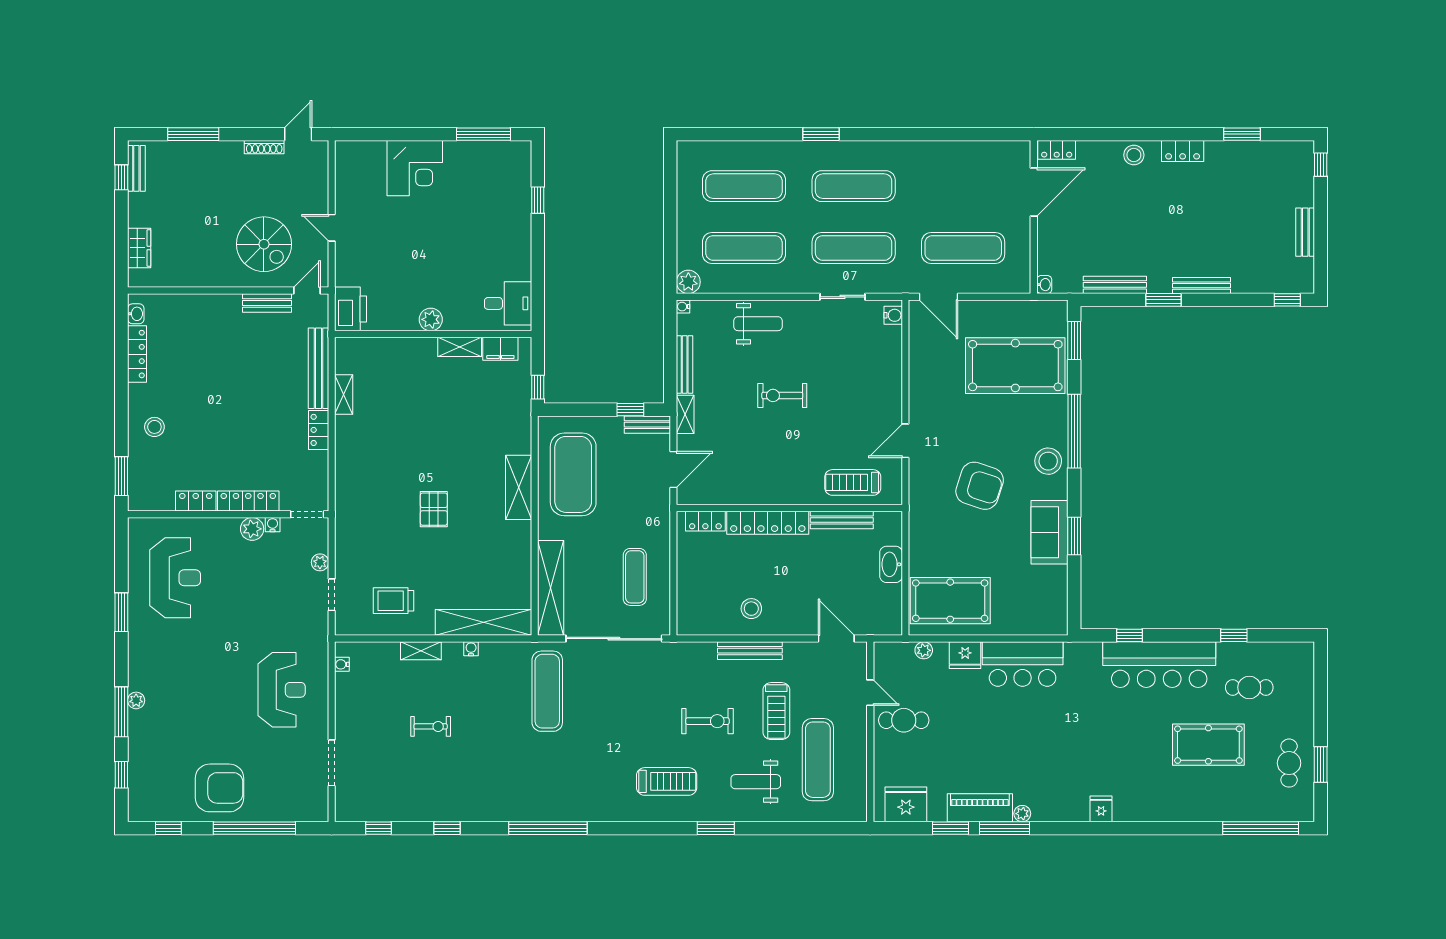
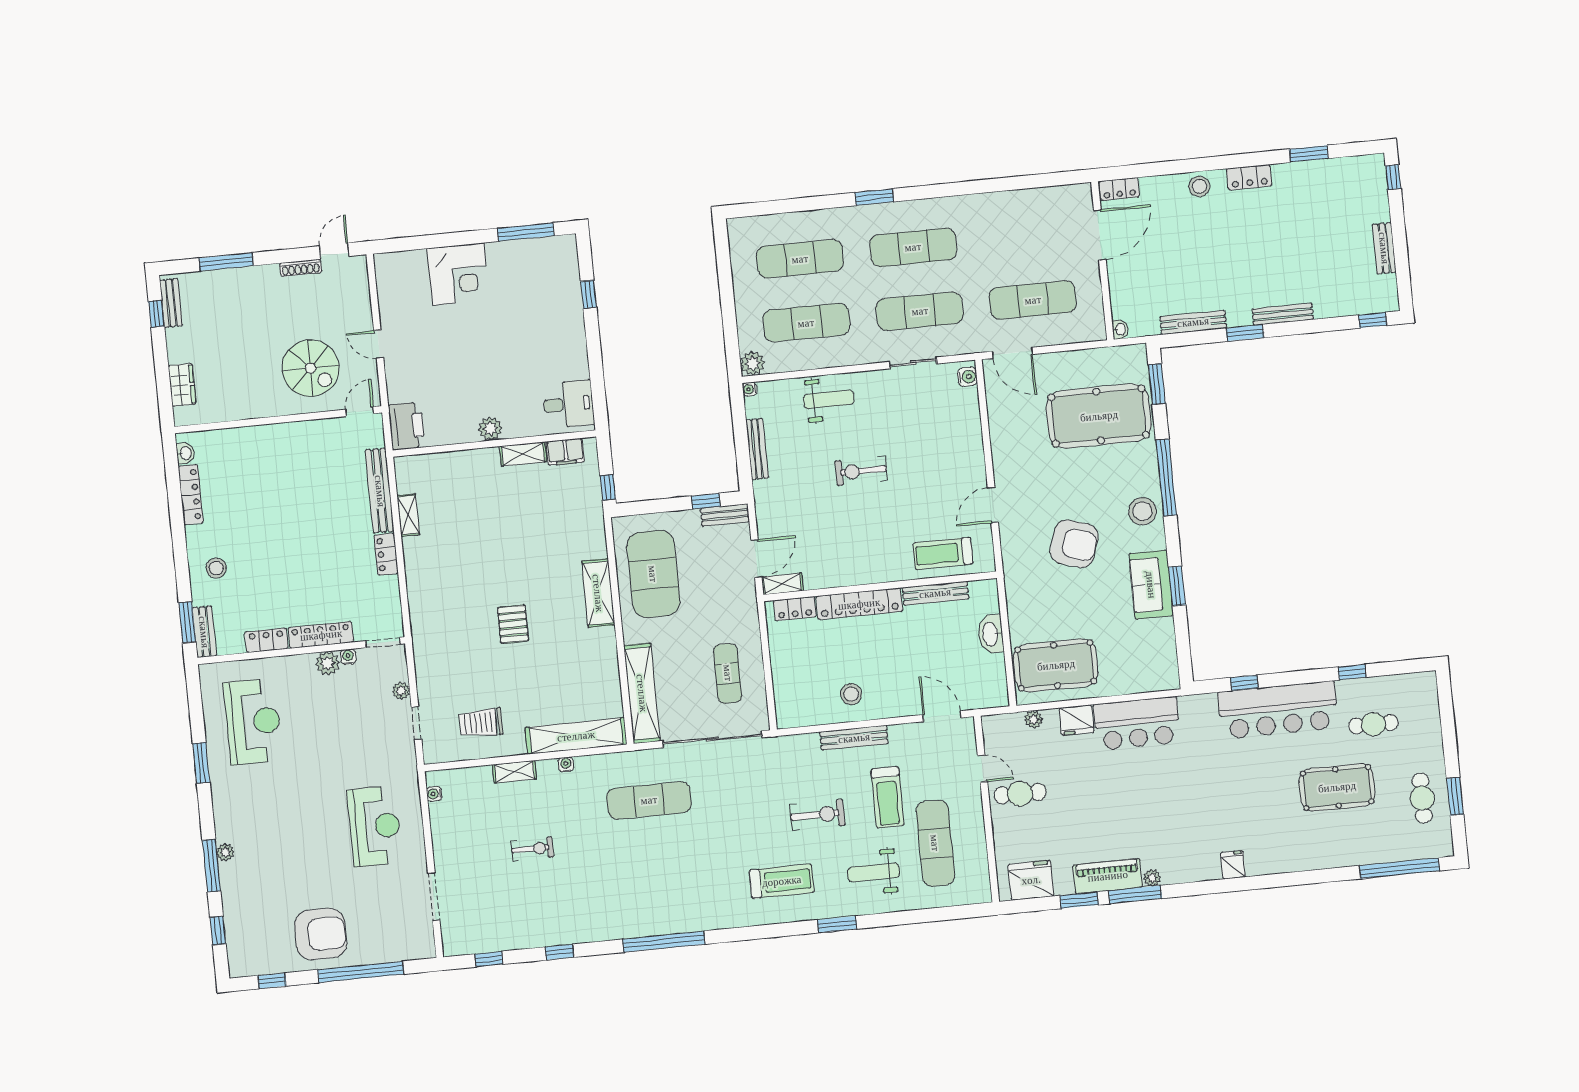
bench: (267, 303) -> (204, 632), moved, turned 90
shelving: (685, 414) -> (782, 584), moved, turned 90
exercise mat: (547, 691) -> (649, 800), turned 90

